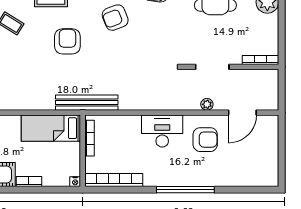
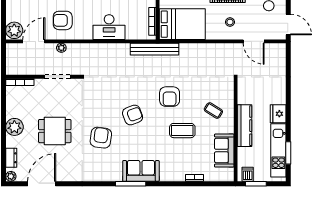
plant: (268, 127) -> (14, 30), added
bed: (51, 128) -> (182, 24), width x1.50
desk: (162, 131) -> (109, 27), moved

